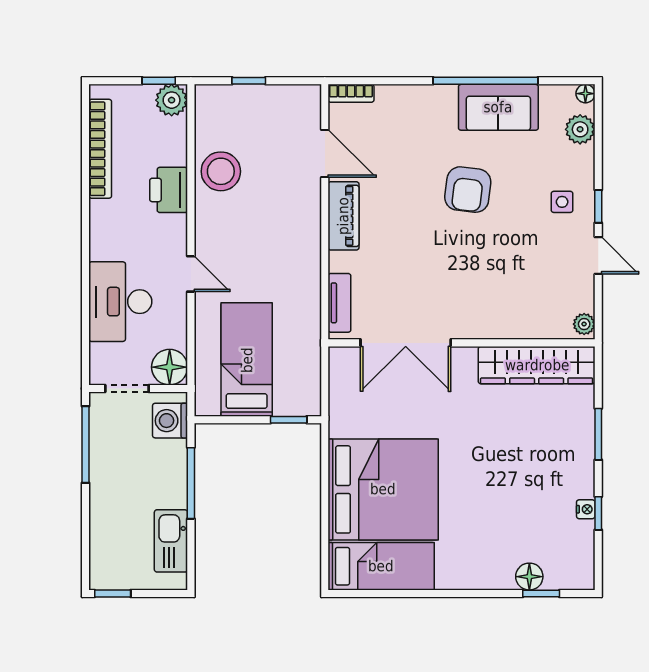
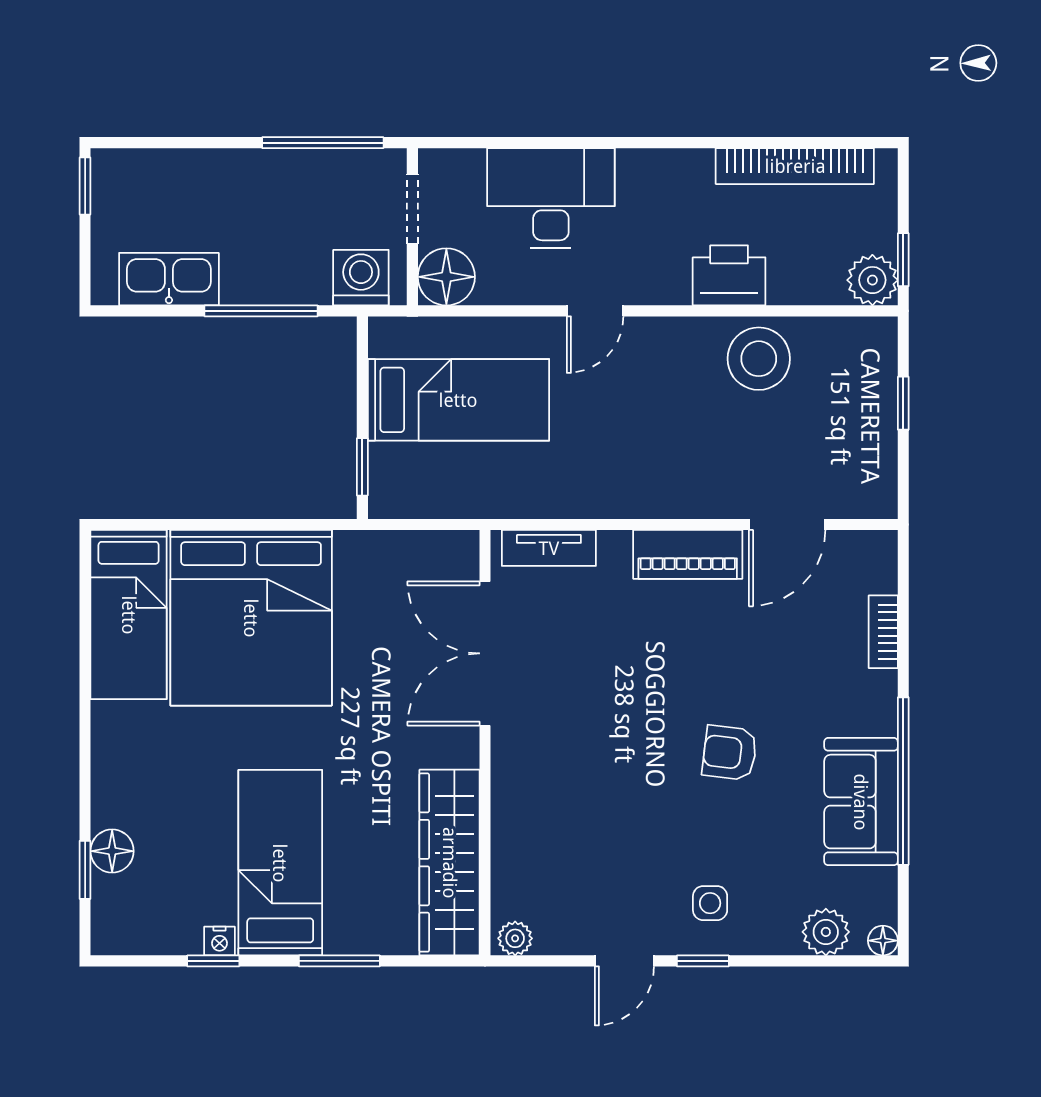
bookcase: (351, 93) -> (883, 632), moved
armchair: (468, 190) -> (730, 753), width x0.72, depth x0.72
bed: (537, 471) -> (280, 863), added

